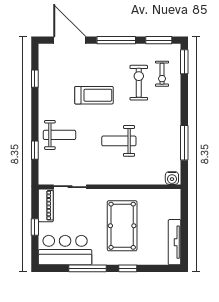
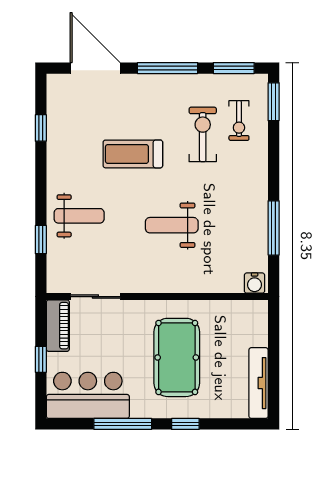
treadmill: (94, 95) -> (133, 154), turned 180

